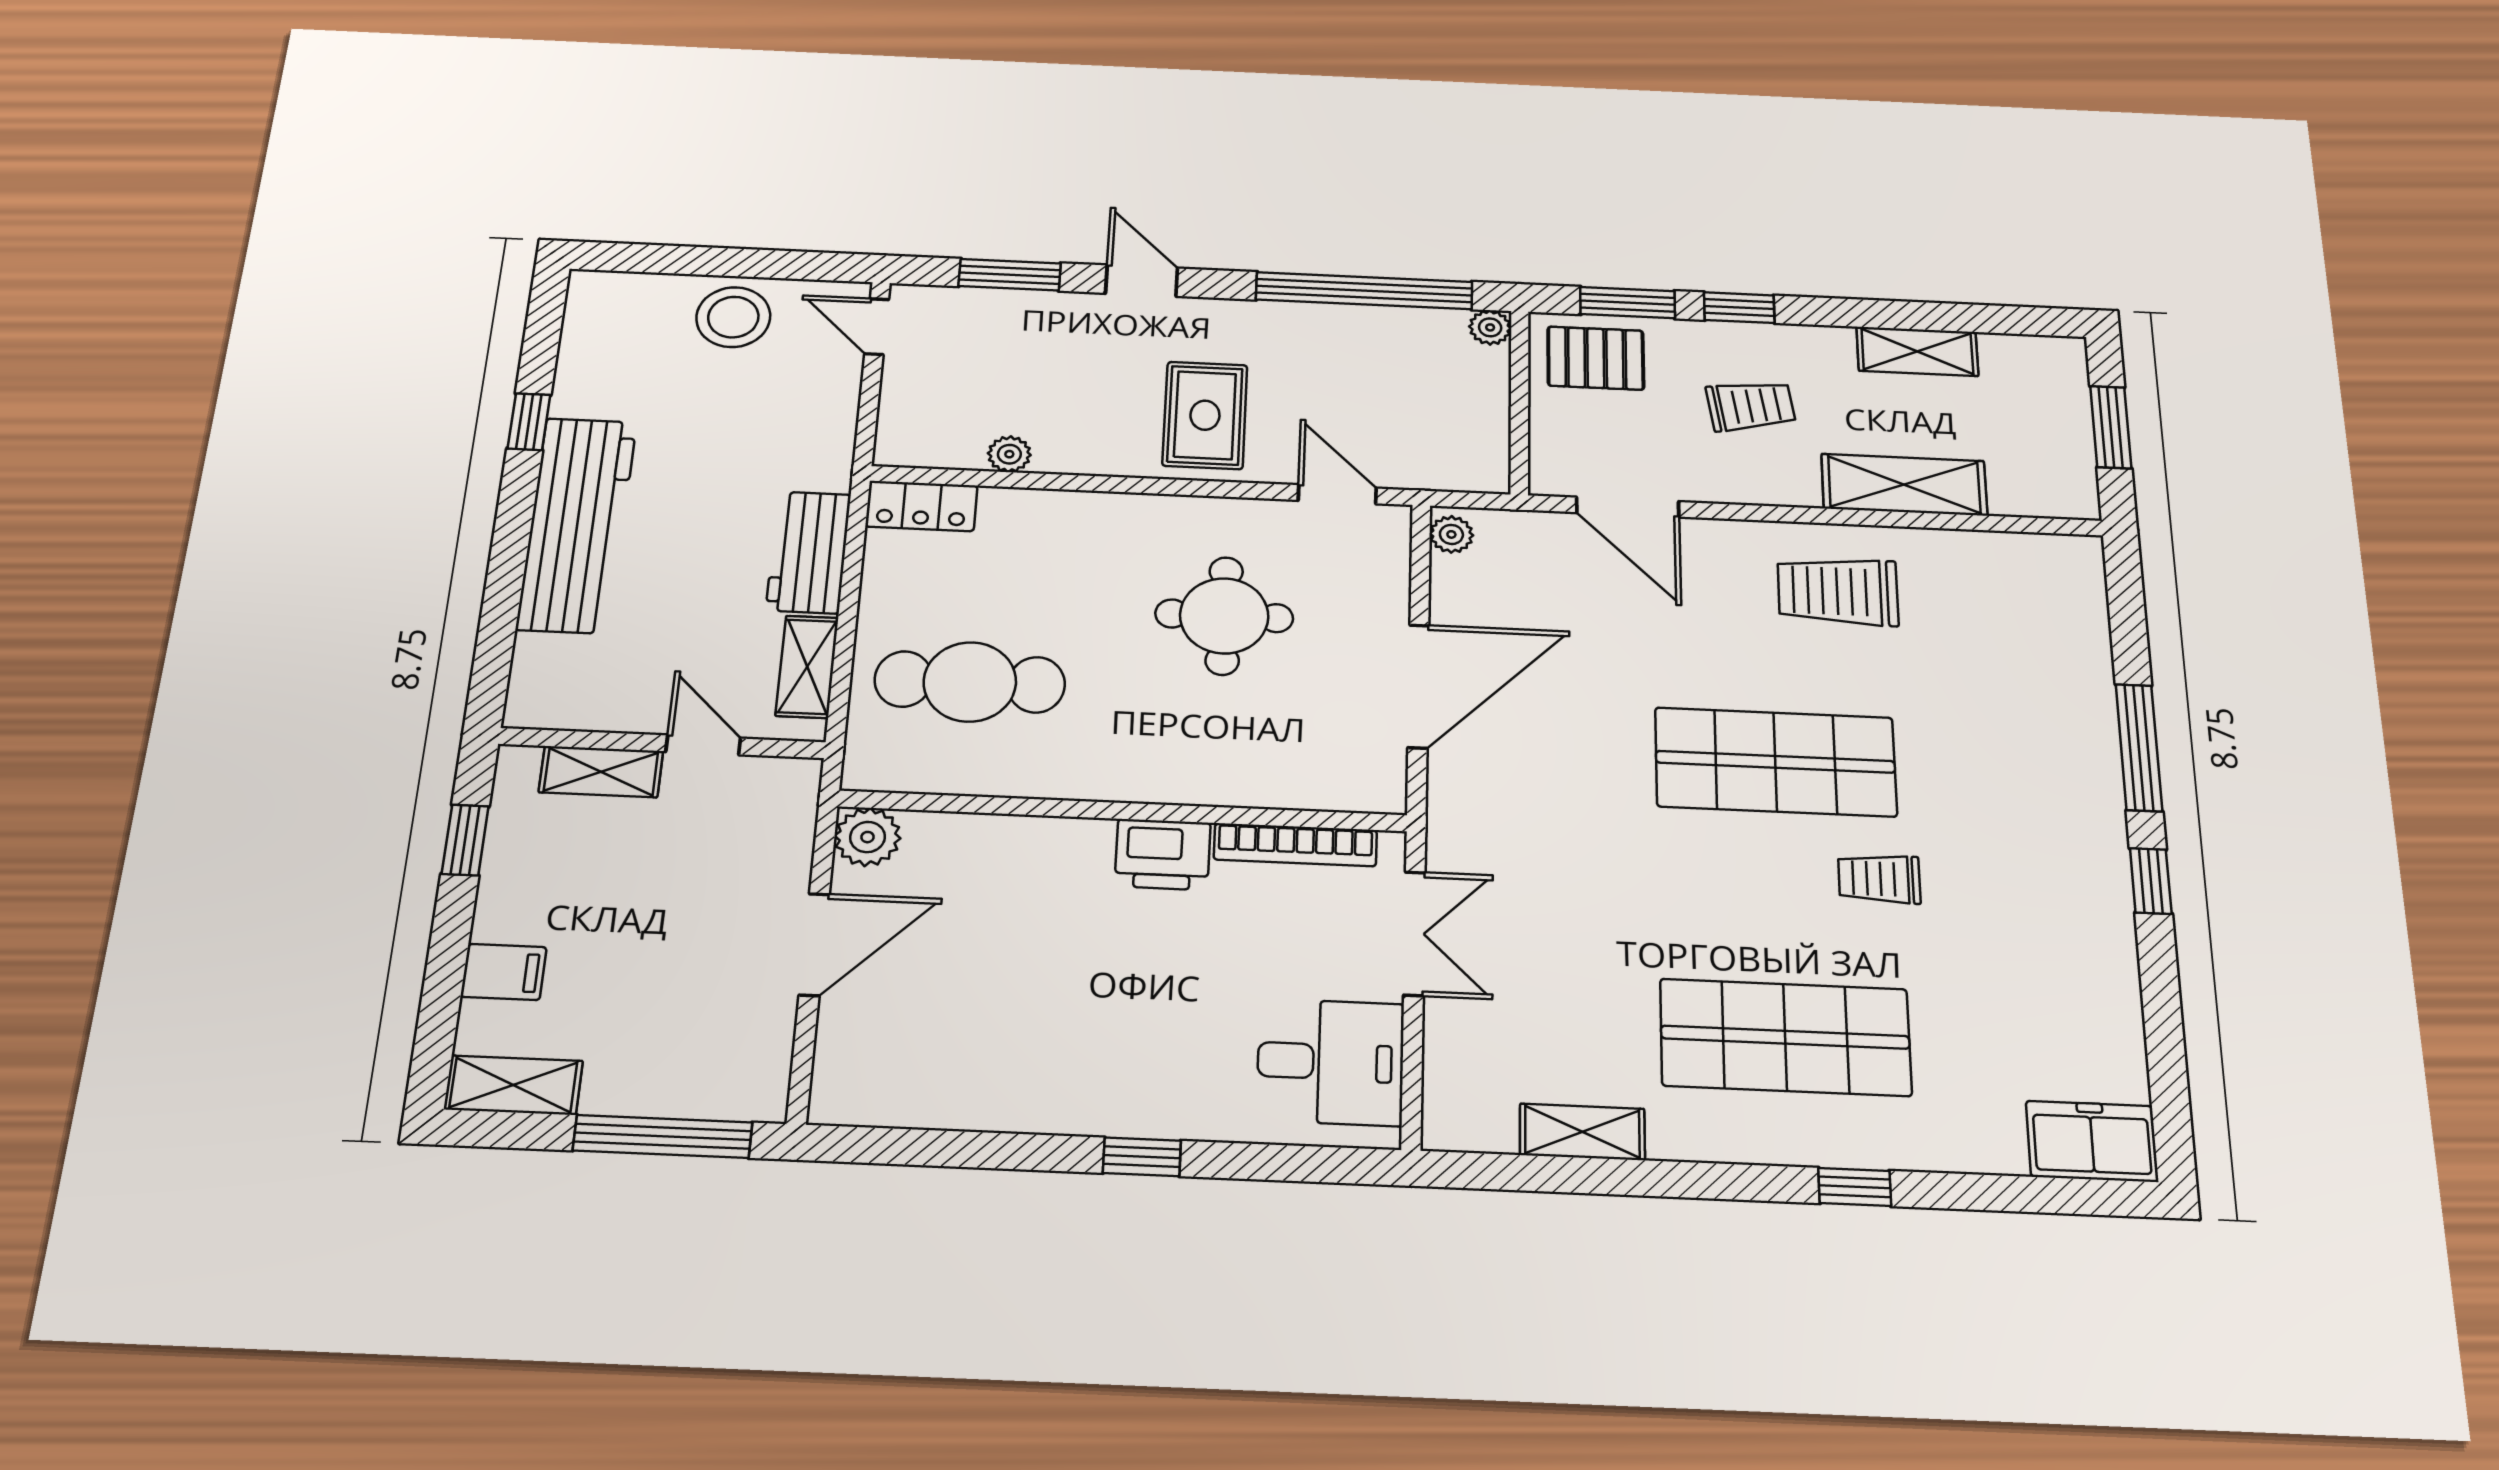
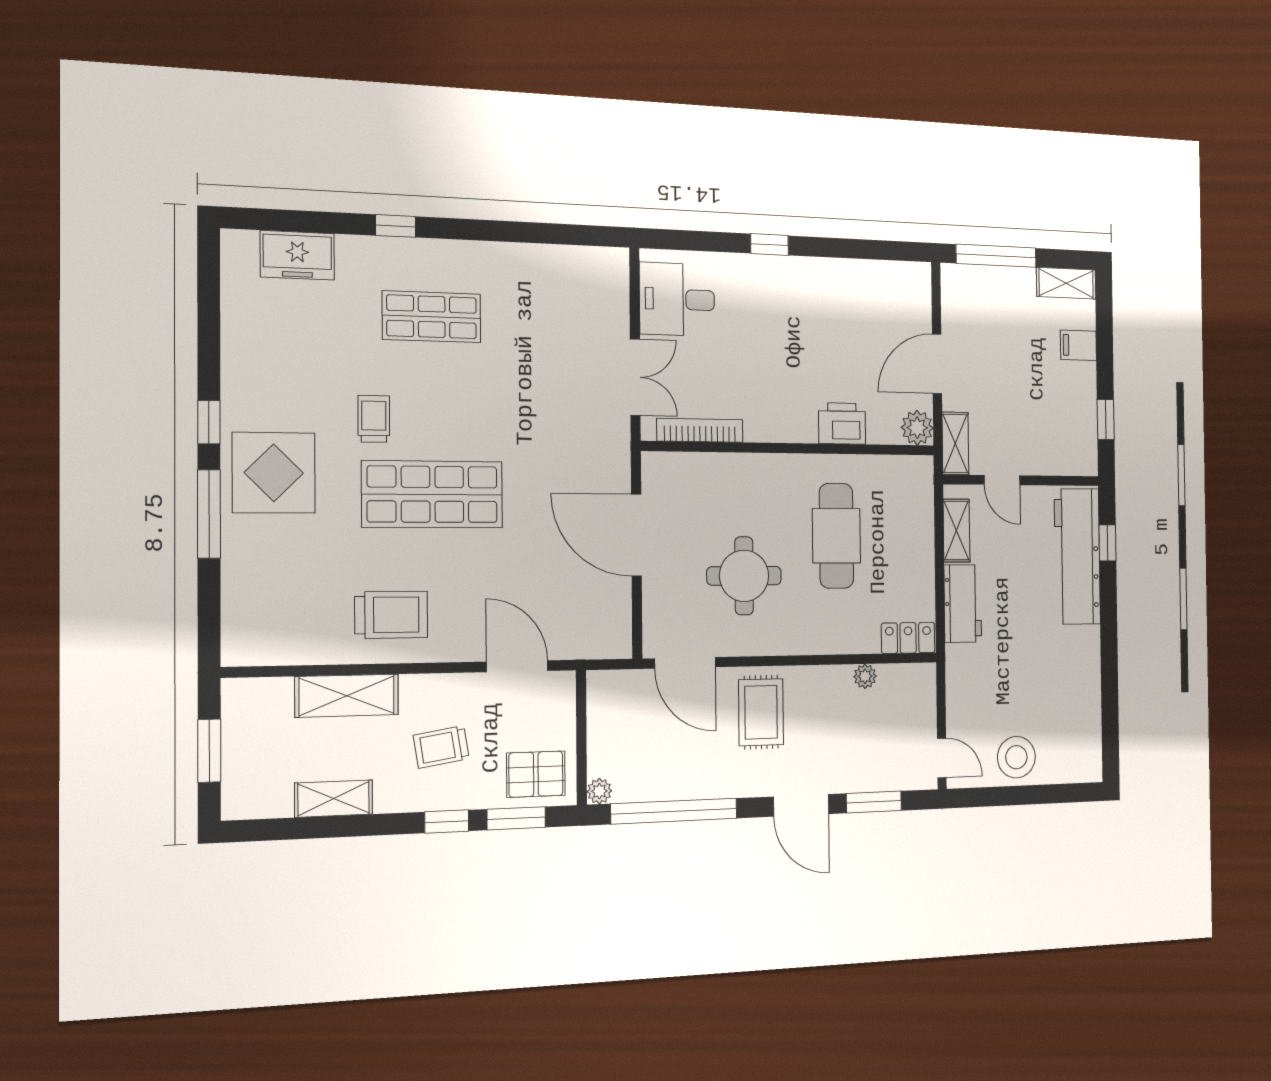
door: (1142, 281) -> (801, 805), width x1.38
window: (529, 422) -> (1107, 543), moved
door: (1337, 494) -> (685, 663), width x1.38
workbench: (577, 525) -> (1077, 556), moved
plant: (1451, 534) -> (620, 640), removed
cafe table: (970, 682) -> (836, 536), moved, turned 90
door: (1418, 686) -> (636, 535), hinge flipped
shelving: (601, 772) -> (955, 443), moved, turned 90
display table: (2040, 803) -> (274, 473), added
printer: (1163, 854) -> (842, 423), moved
trolley: (1879, 879) -> (374, 419), turned -90
double door: (1414, 933) -> (635, 377), swing flipped
shop shelf: (1785, 1037) -> (432, 317), width x0.70, depth x0.74
shelving: (1582, 1132) -> (544, 259), removed
freezer: (2092, 1141) -> (297, 255), moved

